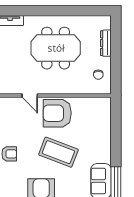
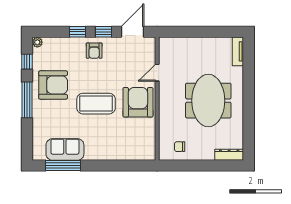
dresser: (106, 43) -> (229, 155), moved
coffee table: (58, 152) -> (96, 104), turned 69

